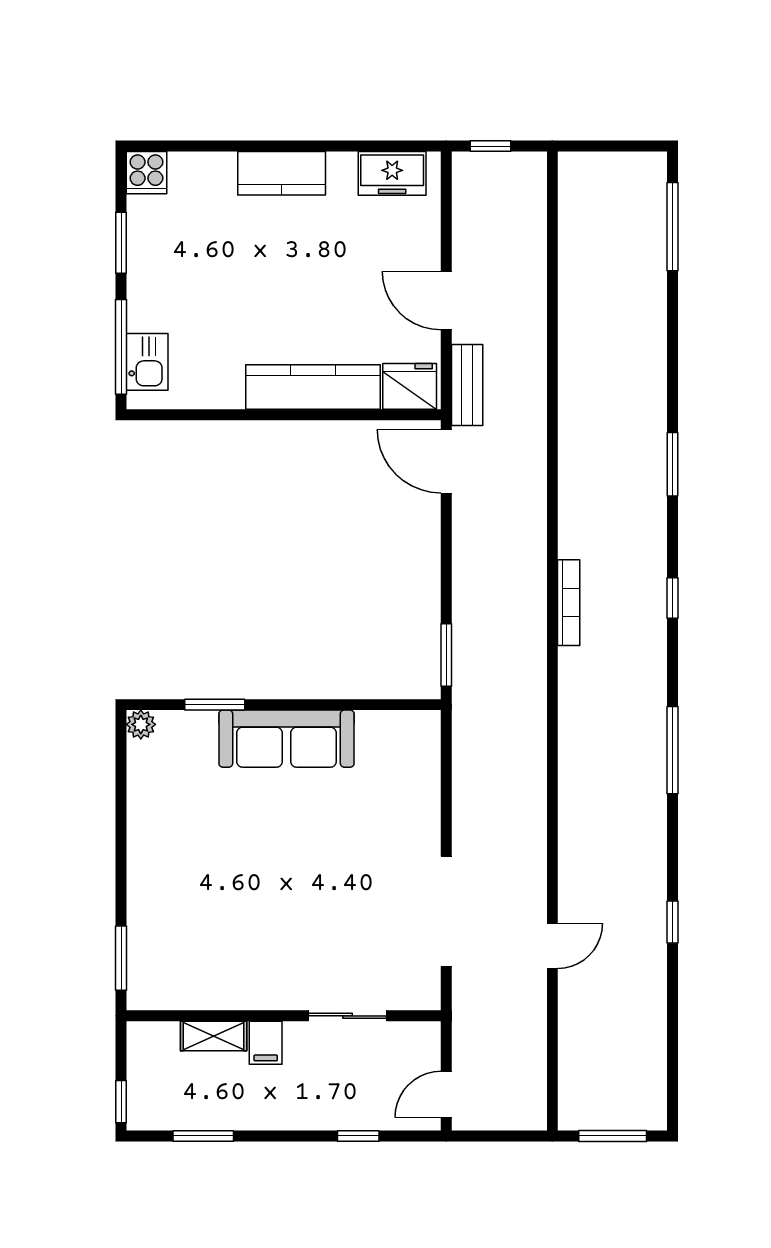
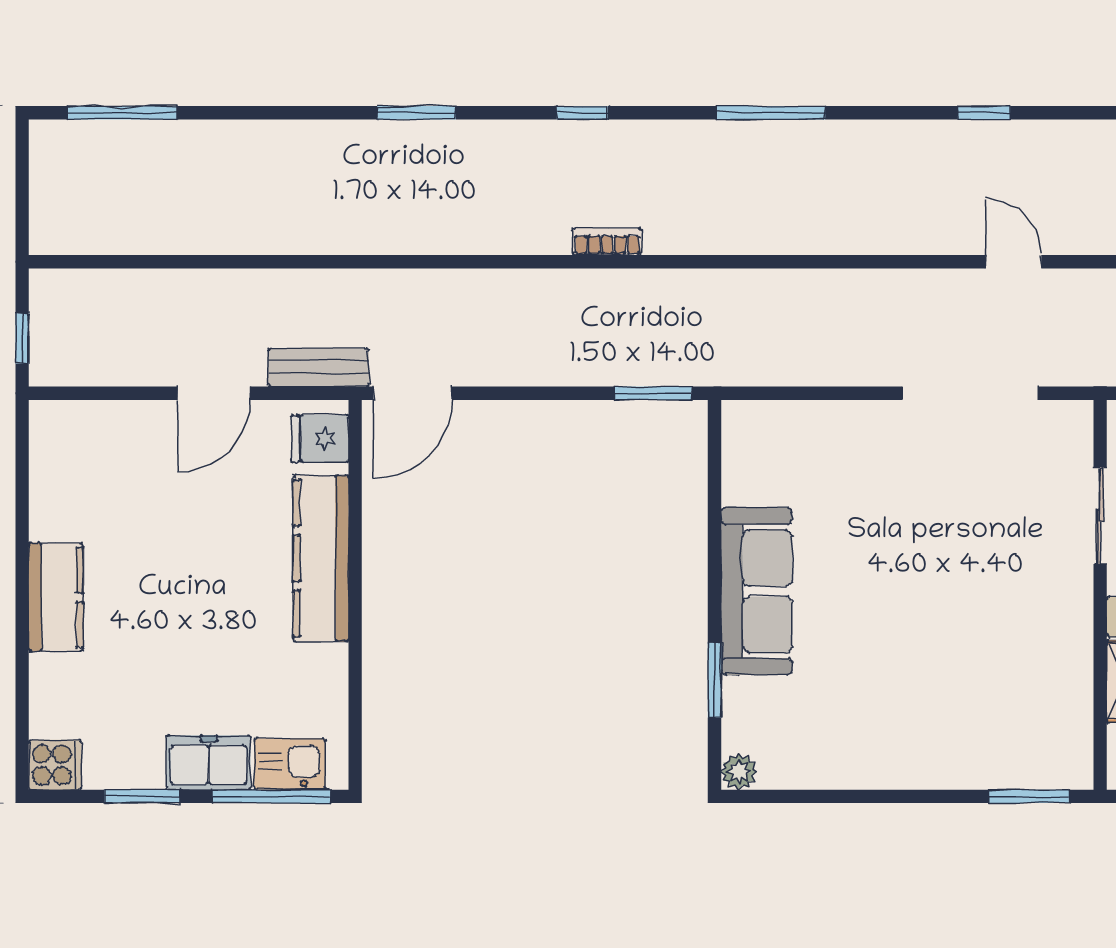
freezer: (392, 173) -> (209, 762), moved, turned -90
fridge: (410, 386) -> (320, 439), width x0.72
bookcase: (569, 603) -> (607, 242), width x0.64

